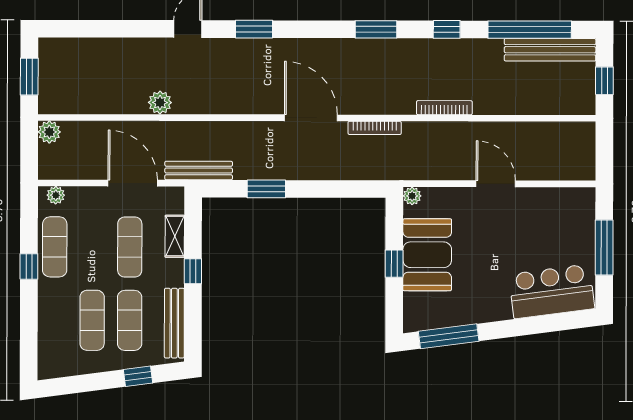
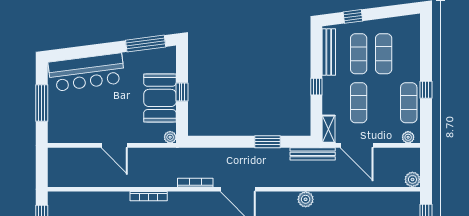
plant: (160, 103) -> (306, 199), moved
shelving: (175, 236) -> (329, 129), moved
bar counter: (552, 291) -> (87, 72), width x1.36

